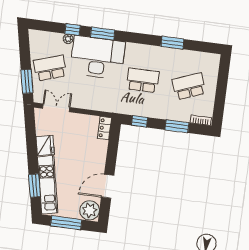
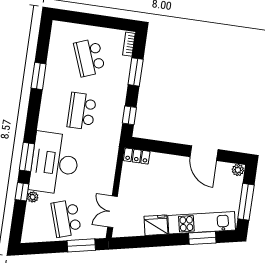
plant: (90, 210) -> (238, 170), width x0.53, depth x0.53

